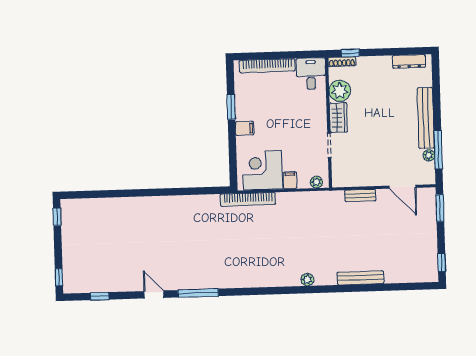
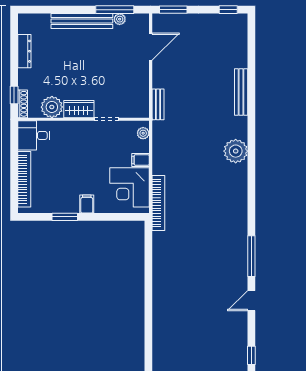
dresser: (409, 61) -> (24, 51), moved
bench: (360, 195) -> (158, 104), moved
plant: (307, 280) -> (236, 151), width x1.87, depth x1.87

